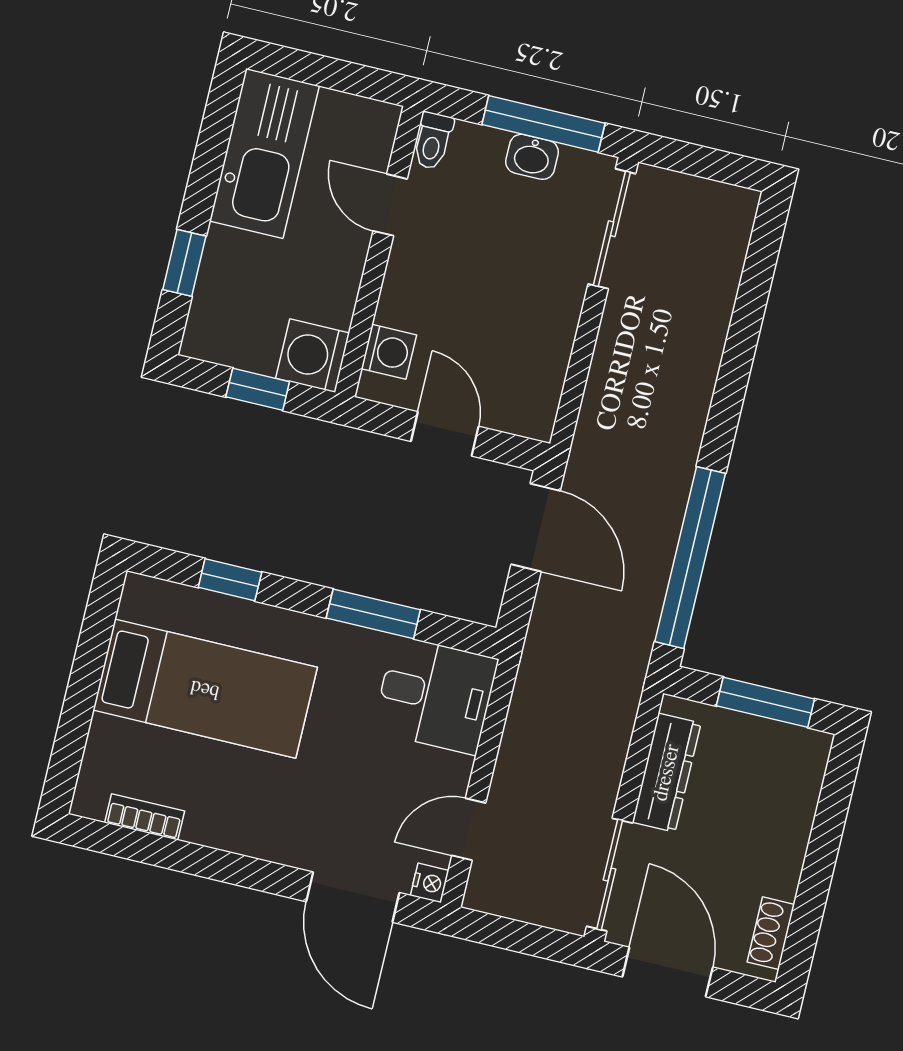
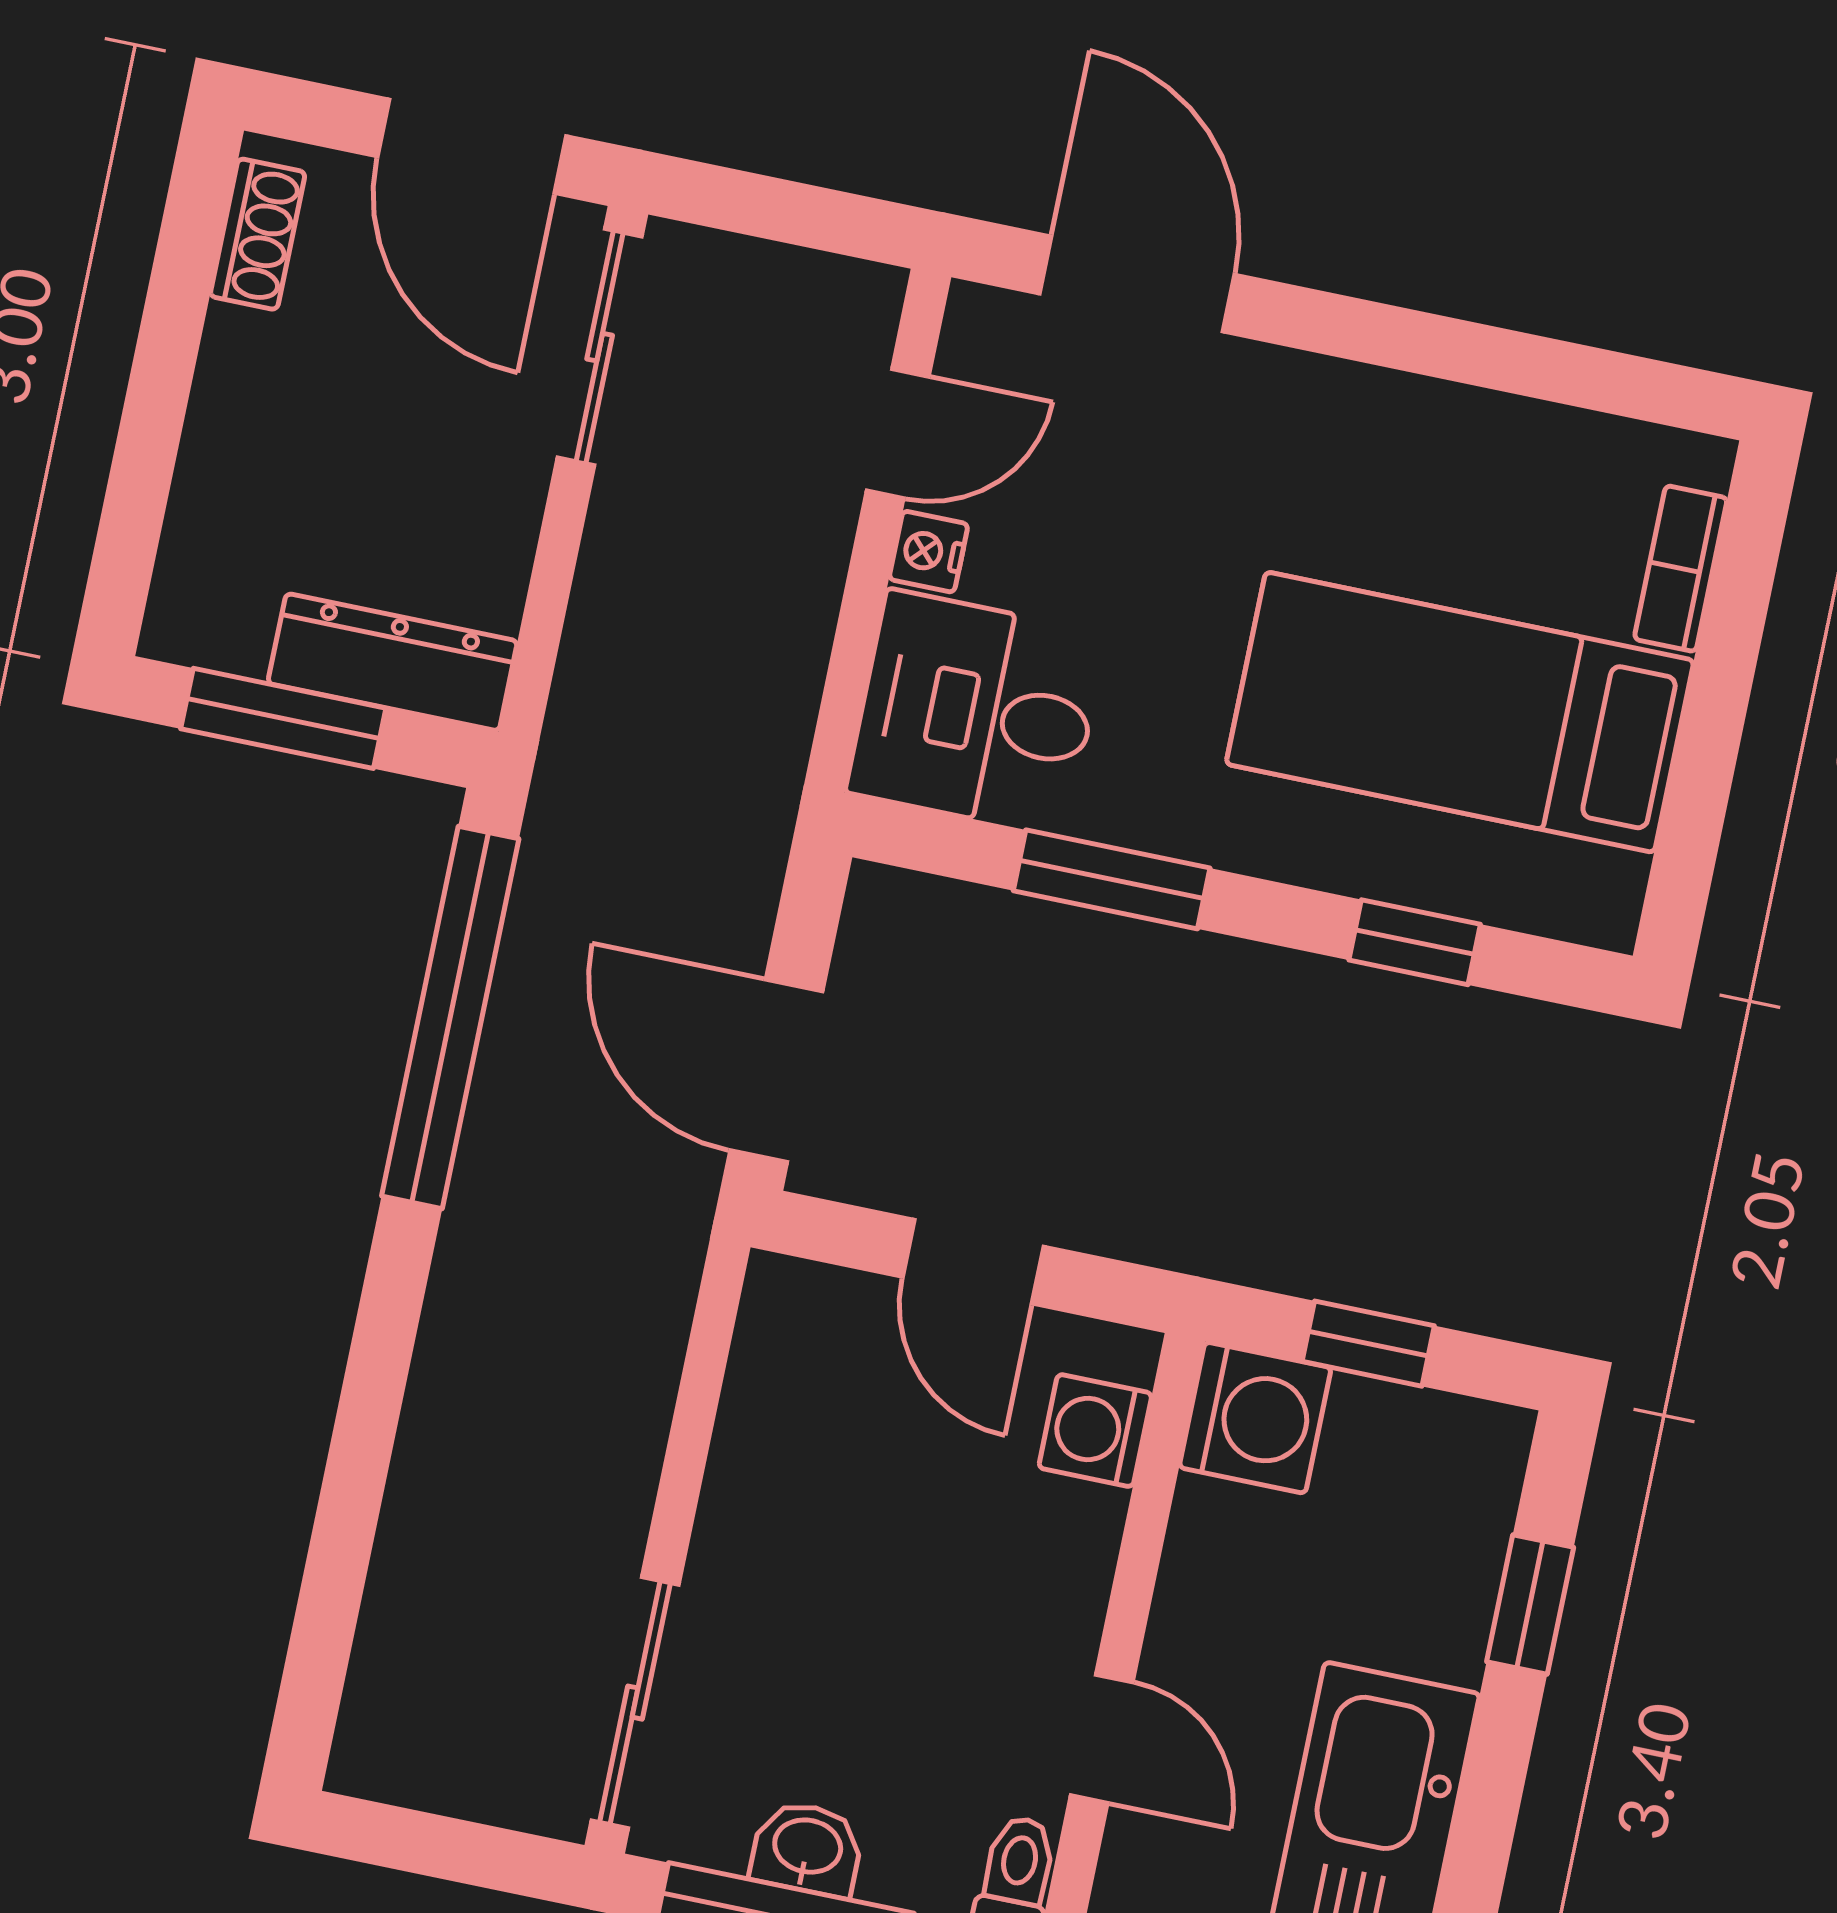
dresser: (667, 773) -> (393, 662), moved, turned 90
bookcase: (145, 817) -> (1681, 569), moved, turned 90
nightstand: (430, 883) -> (928, 552), moved

